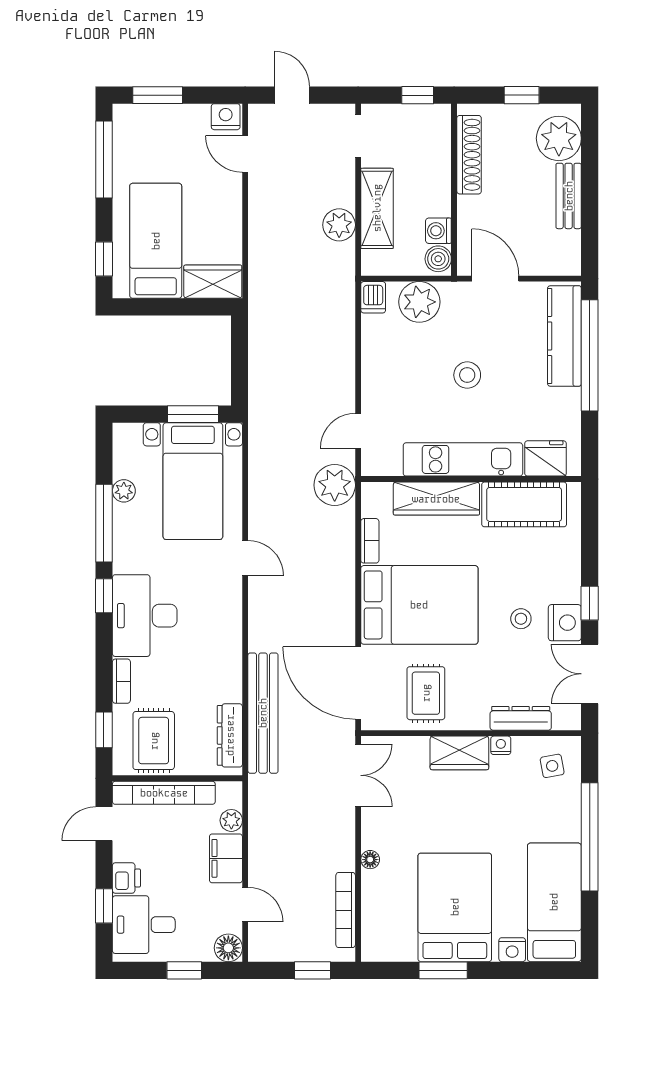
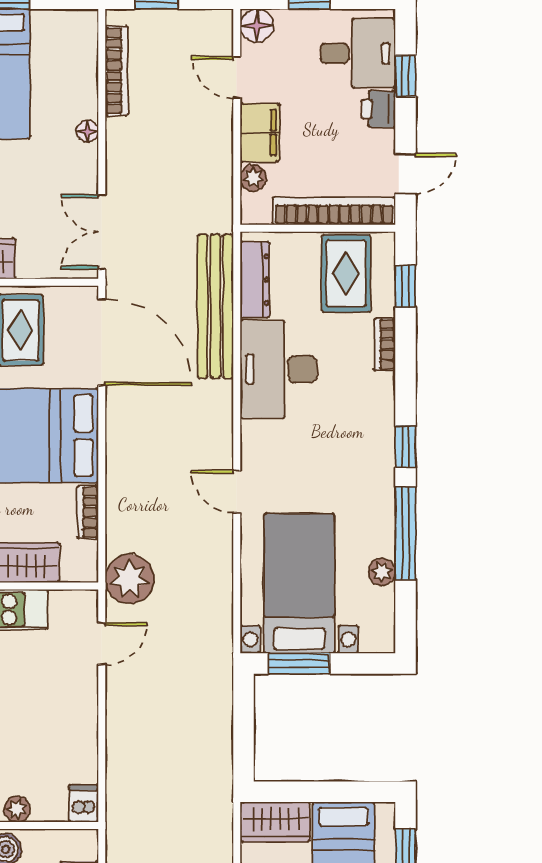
plant: (419, 302) -> (17, 809), width x0.53, depth x0.53
desk: (145, 616) -> (279, 369), moved, turned 180

